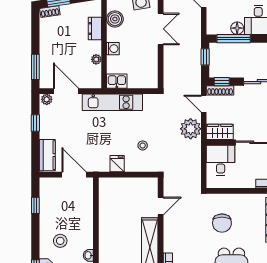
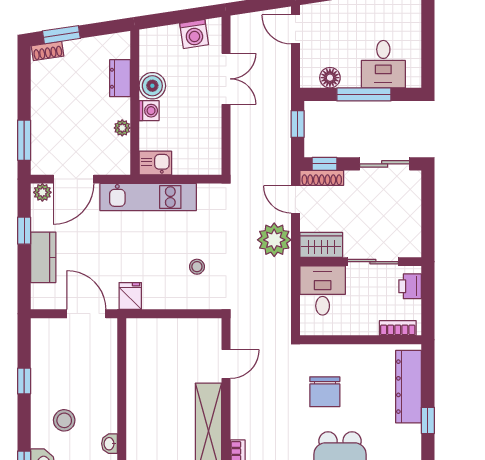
boiler: (115, 19) -> (152, 86), moved
floor lamp: (237, 28) -> (330, 78), moved
window: (234, 39) -> (364, 94), moved
door: (66, 91) -> (74, 179), swing flipped
kitchen counter: (47, 155) -> (43, 257), moved
fridge: (117, 164) -> (130, 296), moved
window: (35, 205) -> (24, 381), moved

